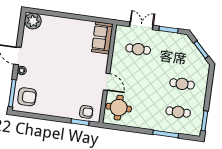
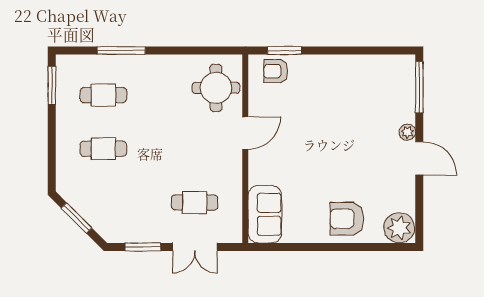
door: (107, 82) -> (245, 133), swing flipped
armchair: (27, 97) -> (347, 219), moved

